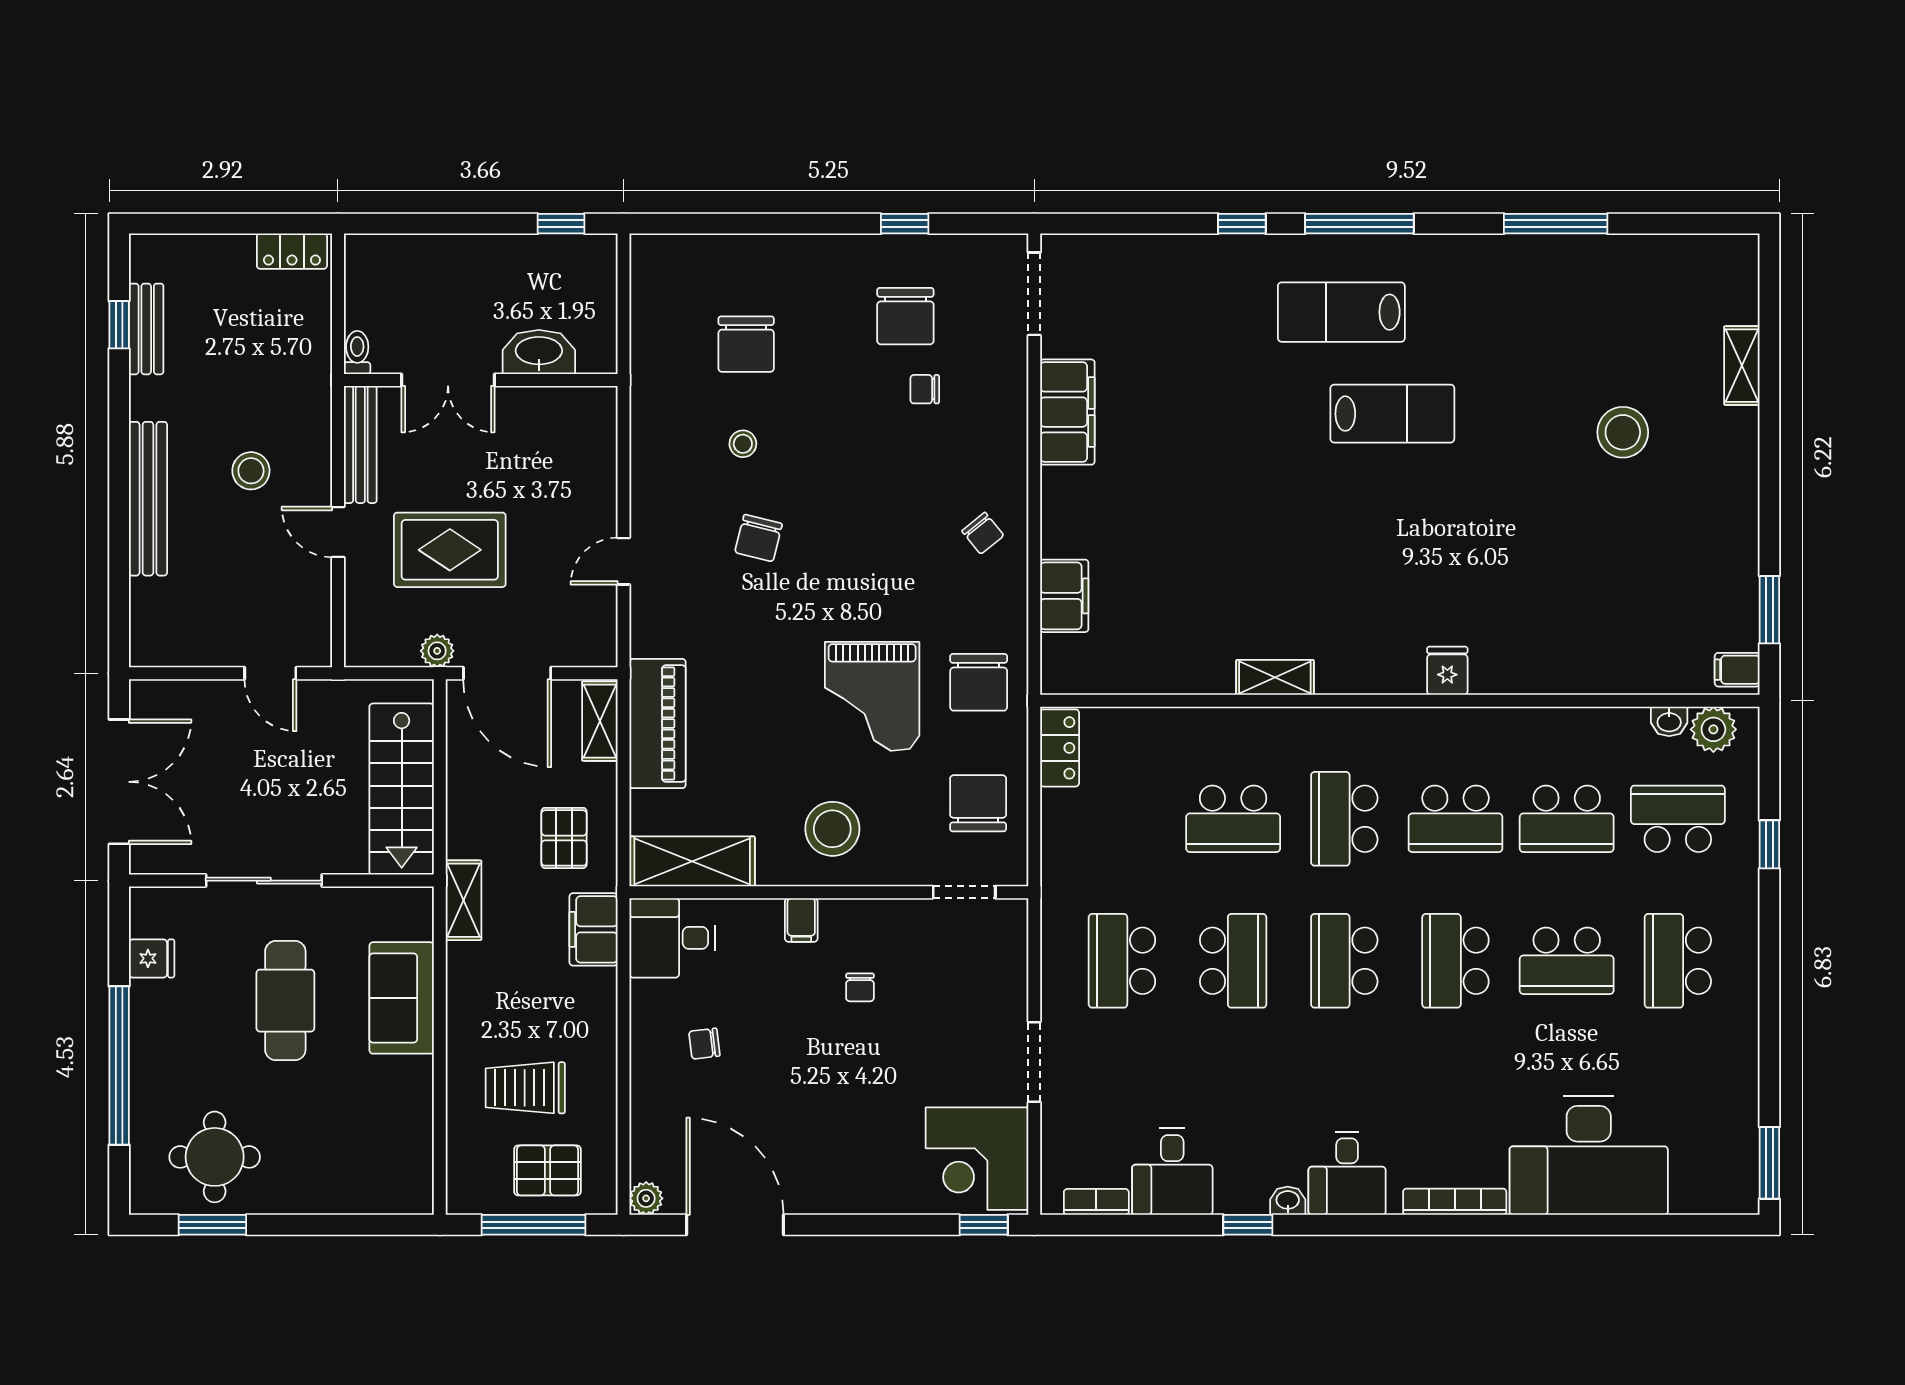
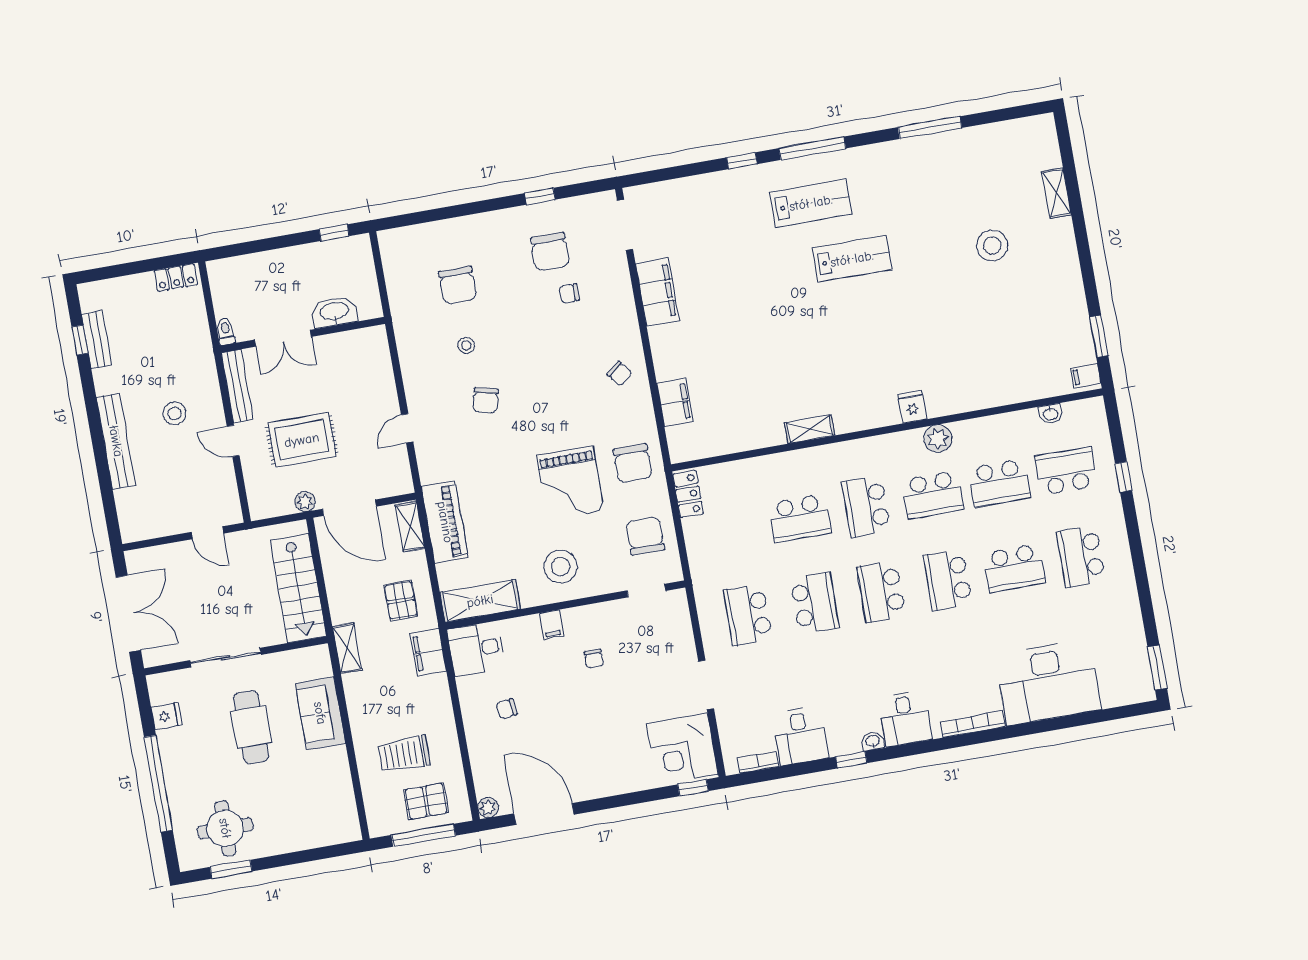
lab bench: (1341, 312) -> (811, 203), turned 180
plant: (1713, 729) -> (938, 439), moved

